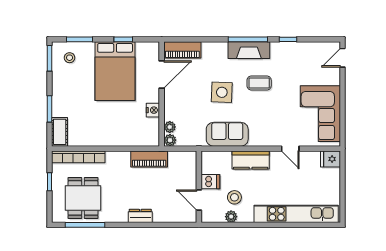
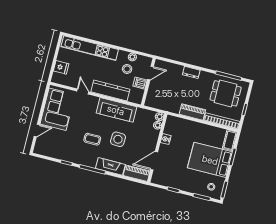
fireplace: (249, 50) -> (110, 166), moved
door: (343, 58) -> (37, 130), moved
bed: (115, 71) -> (210, 160), moved, turned -90
sofa: (227, 134) -> (116, 110), width x1.36
piano: (149, 159) -> (192, 112), moved
fridge: (330, 159) -> (61, 67), moved
kitchen counter: (251, 160) -> (110, 91), width x1.50
dining table: (83, 198) -> (226, 93), turned 90
door: (199, 200) -> (151, 73), hinge flipped

